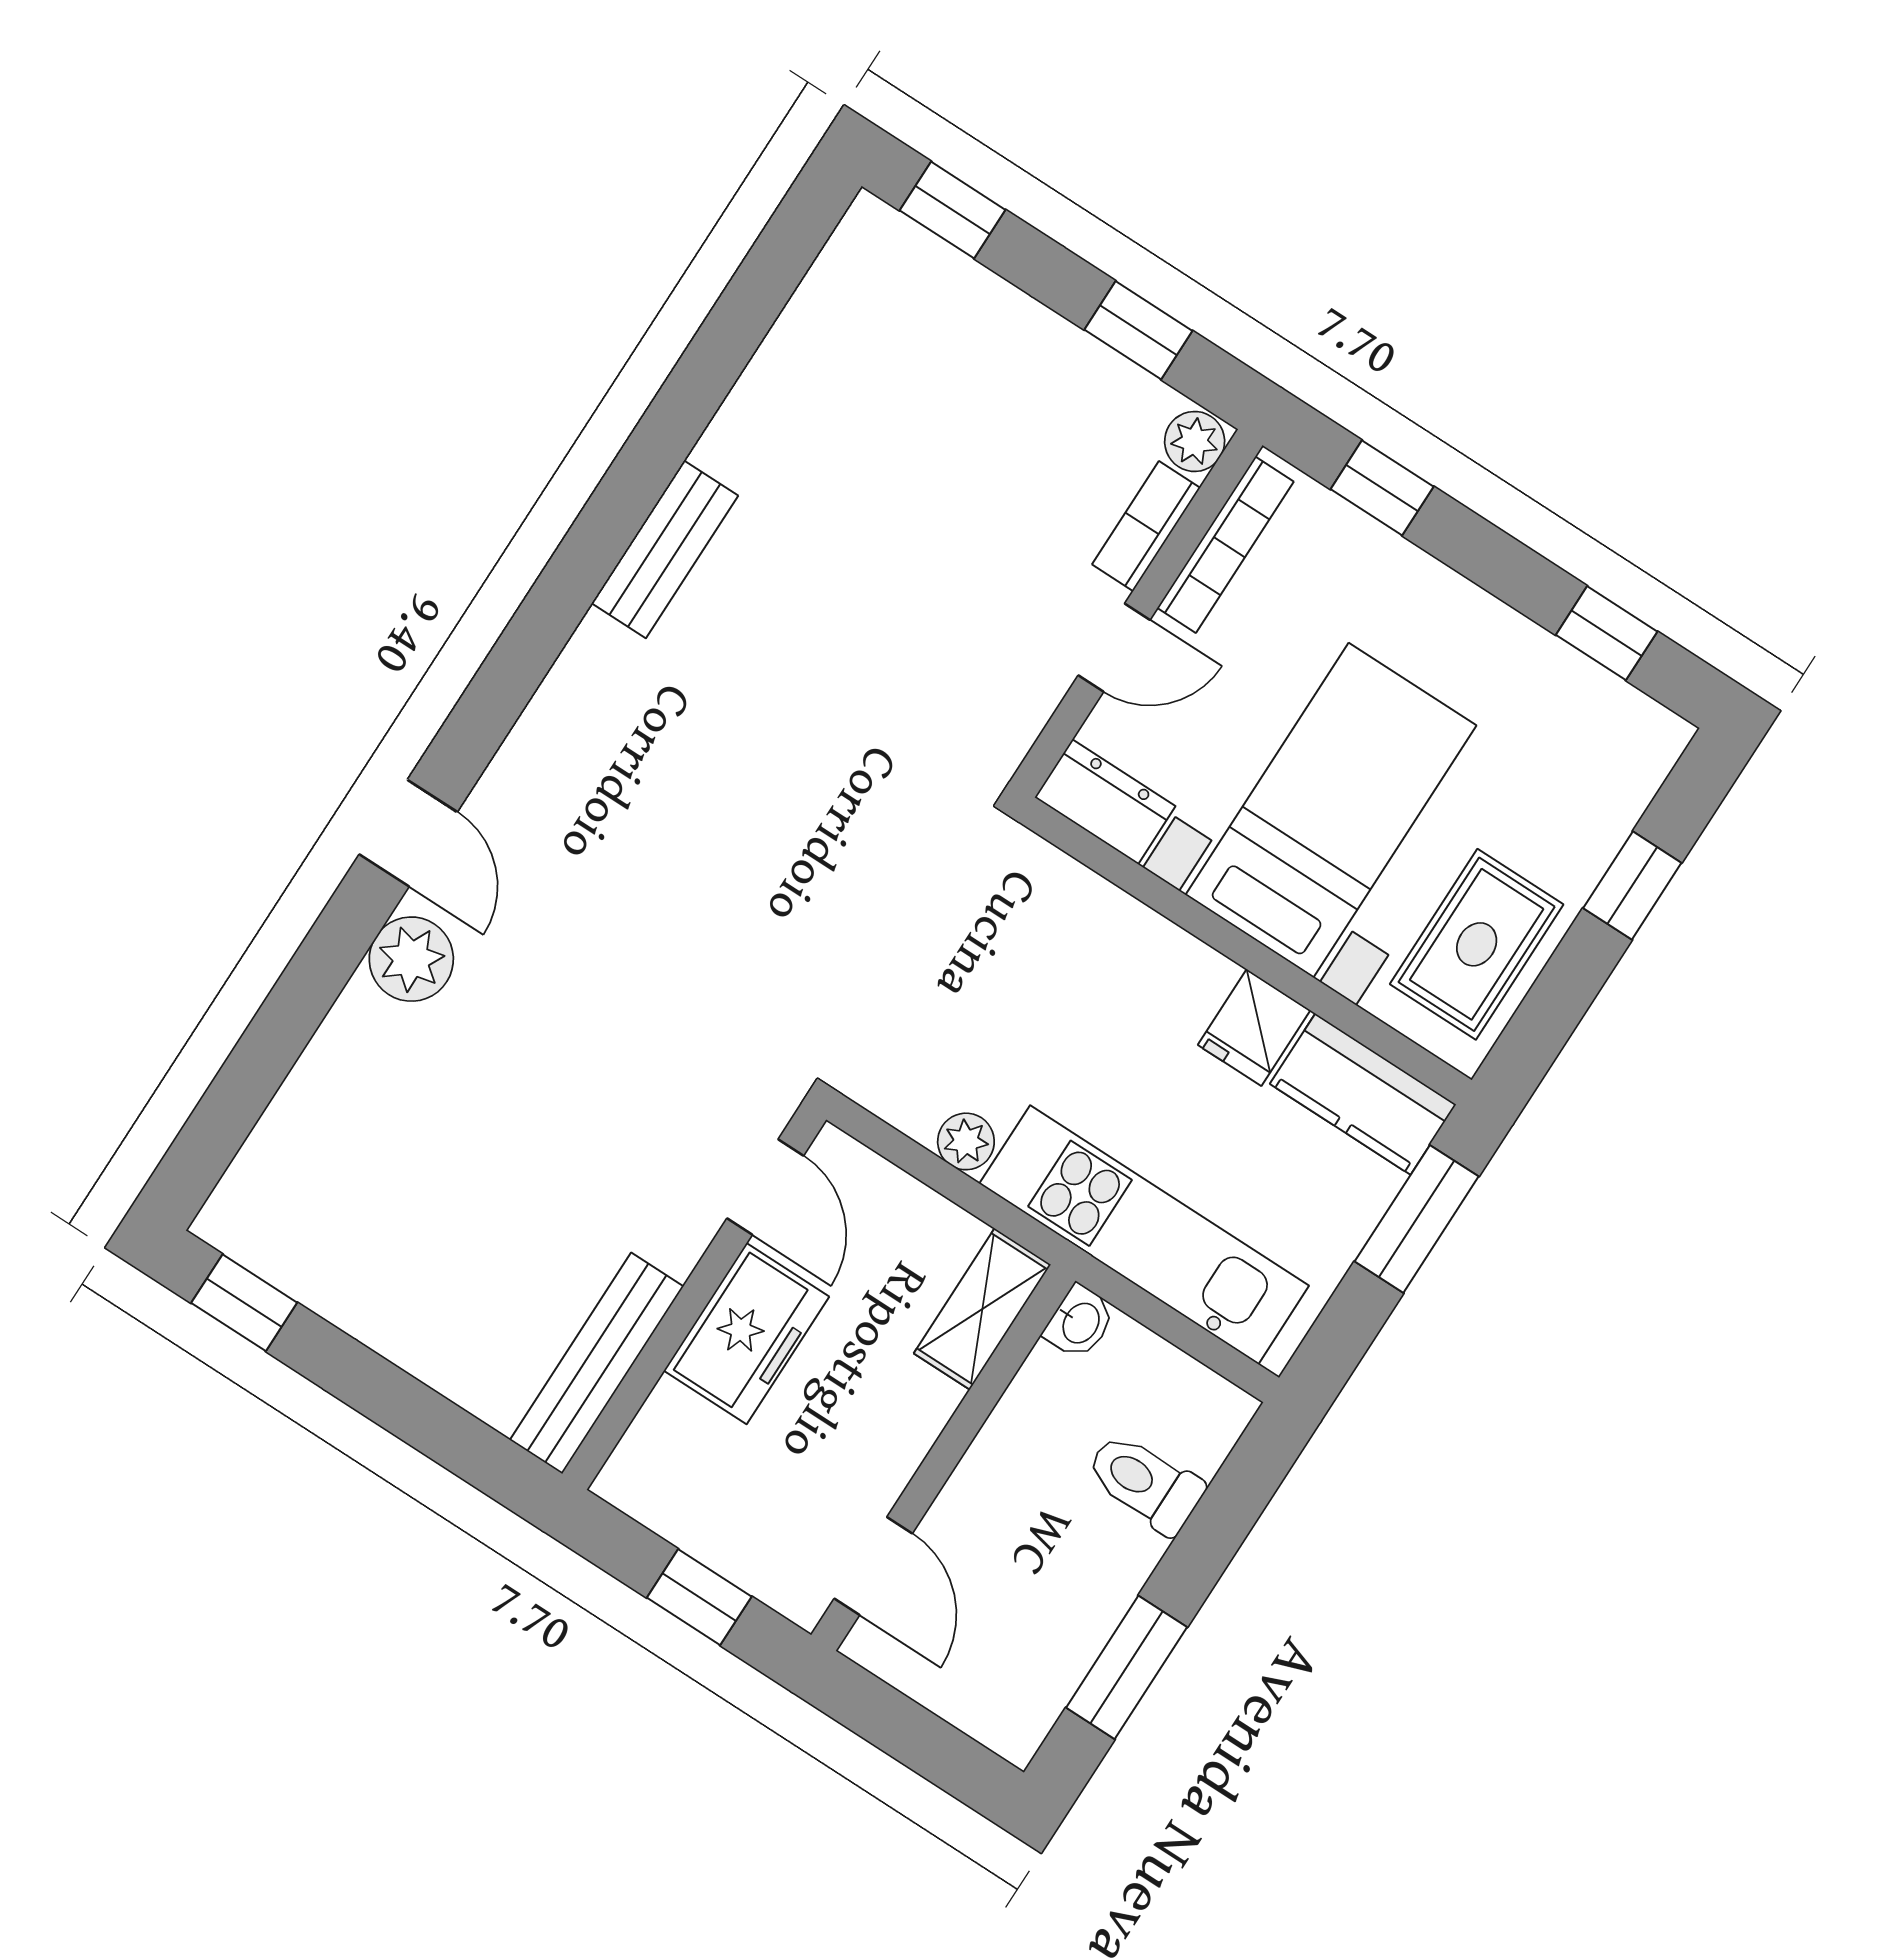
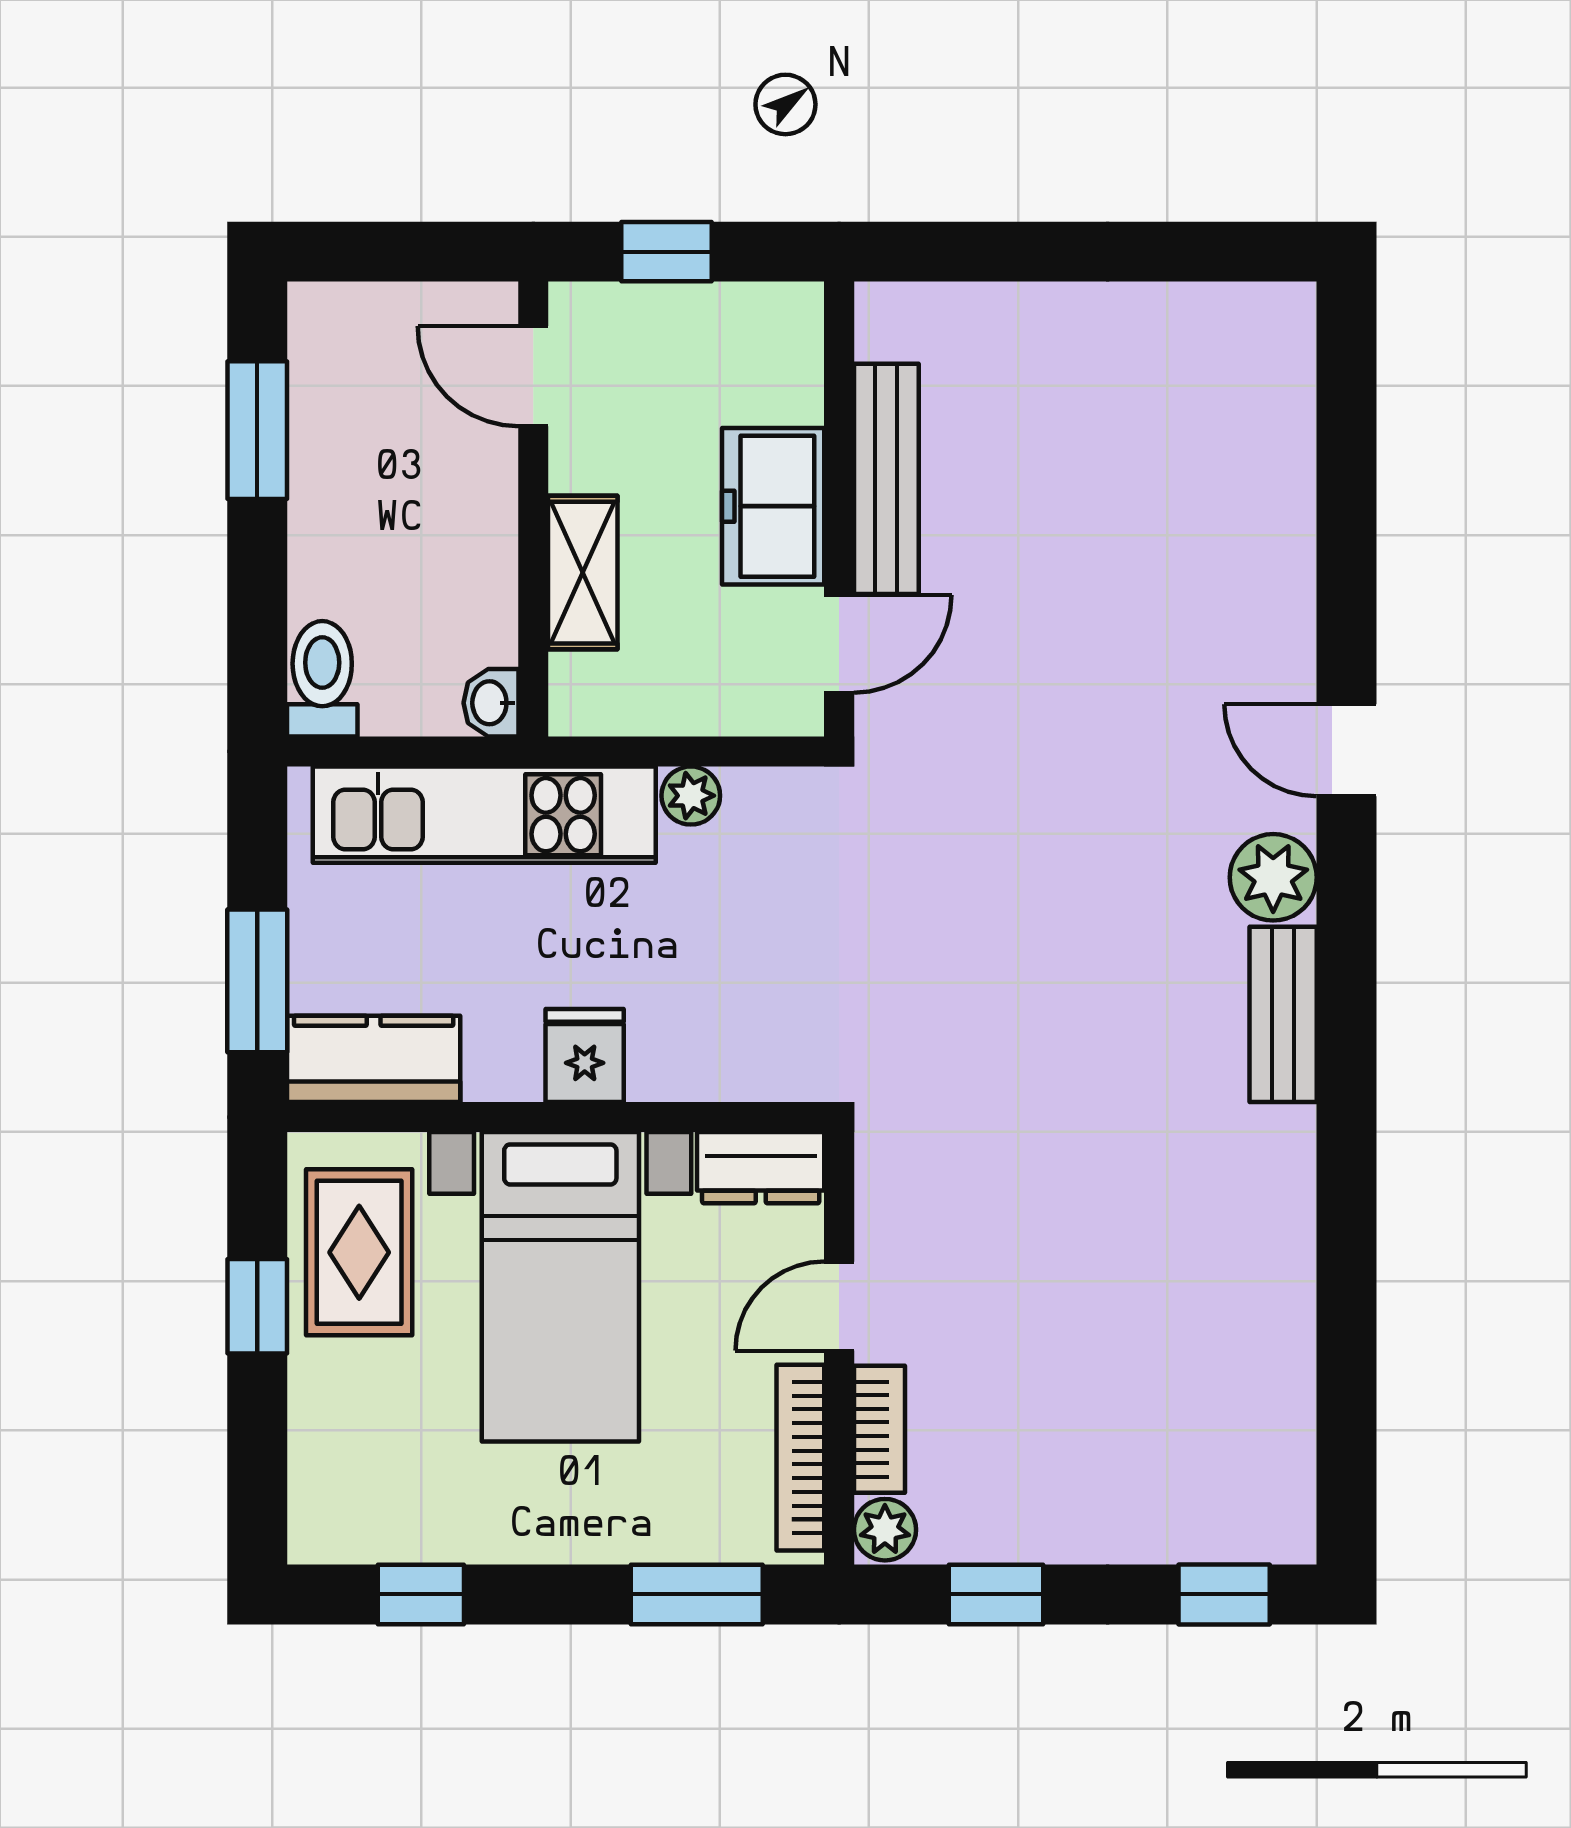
window: (1382, 488) -> (697, 1594), width x1.50
bench: (665, 549) -> (1283, 1014), moved
window: (1632, 886) -> (257, 1306), moved
plant: (411, 959) -> (1273, 877), moved
fridge: (1254, 1028) -> (585, 1055), moved
door: (765, 1187) -> (839, 644), swing flipped
window: (244, 1303) -> (1225, 252), removed
shelving: (982, 1309) -> (583, 573), moved
bench: (597, 1363) -> (886, 479), moved
toilet: (1145, 1483) -> (322, 679), moved, turned -90

